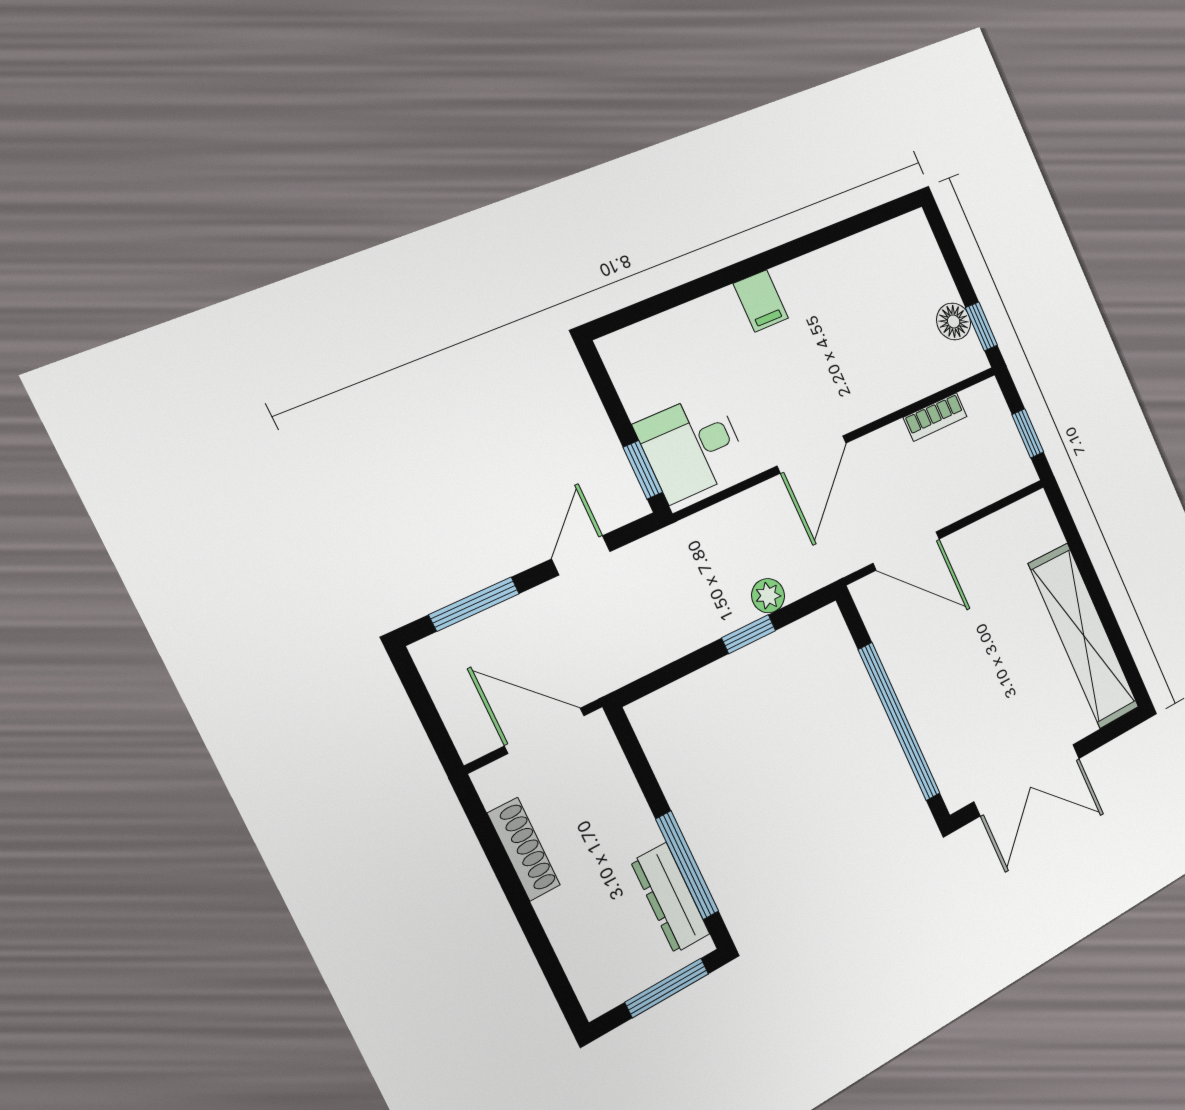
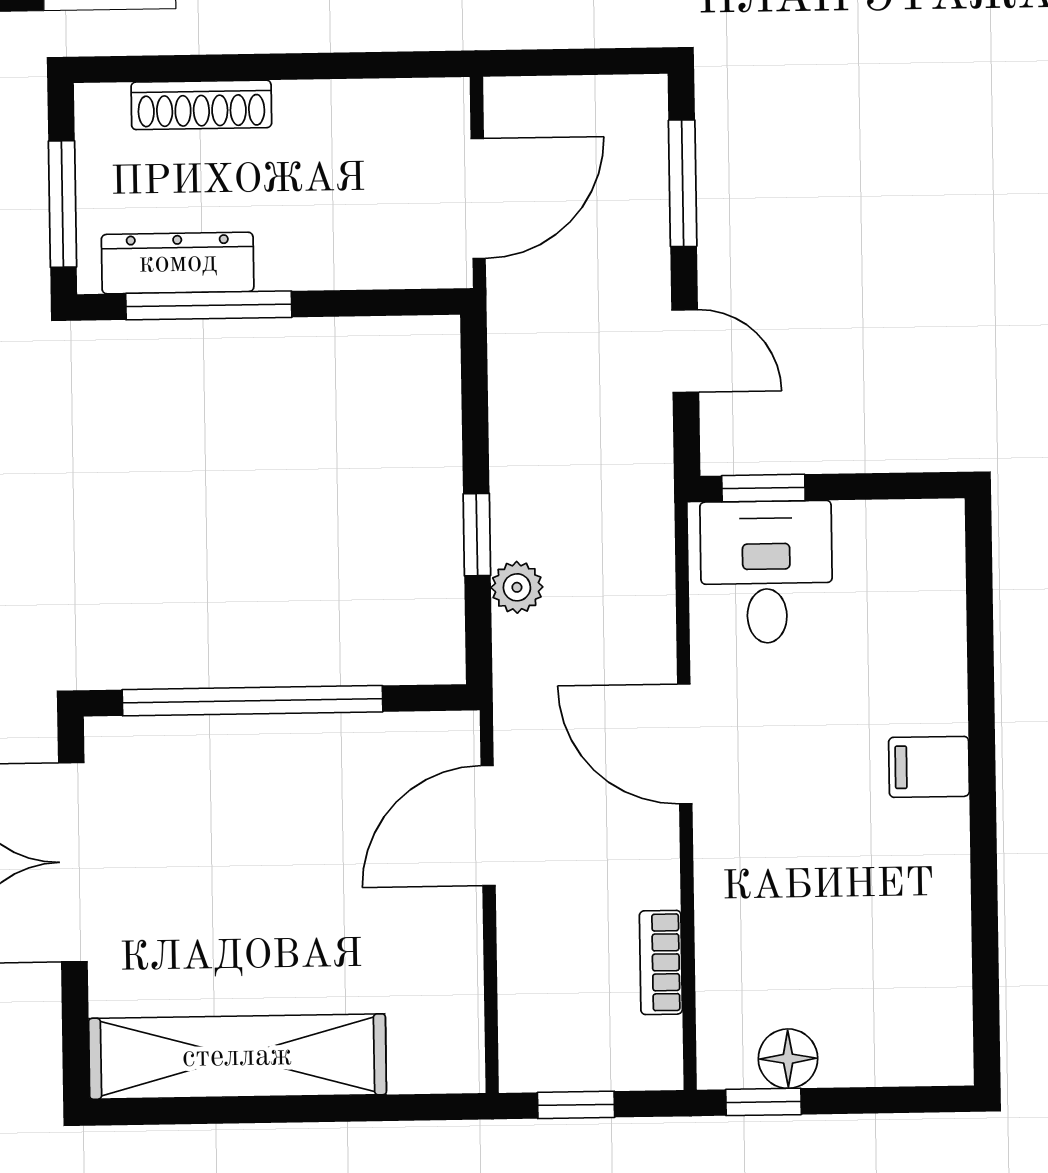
shoe rack: (524, 849) -> (201, 105), moved

